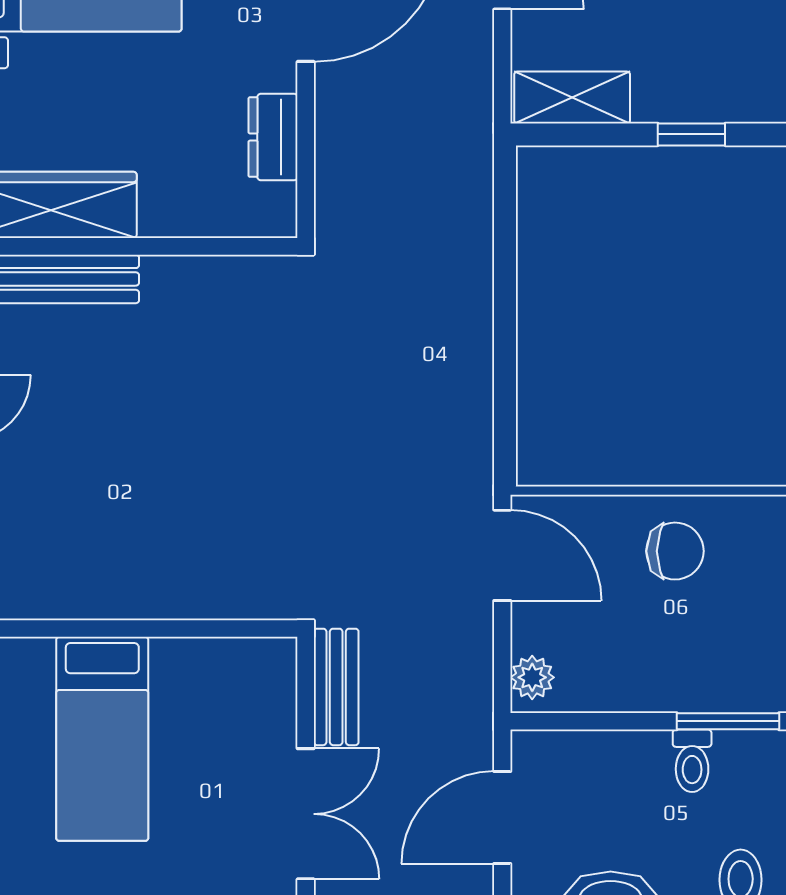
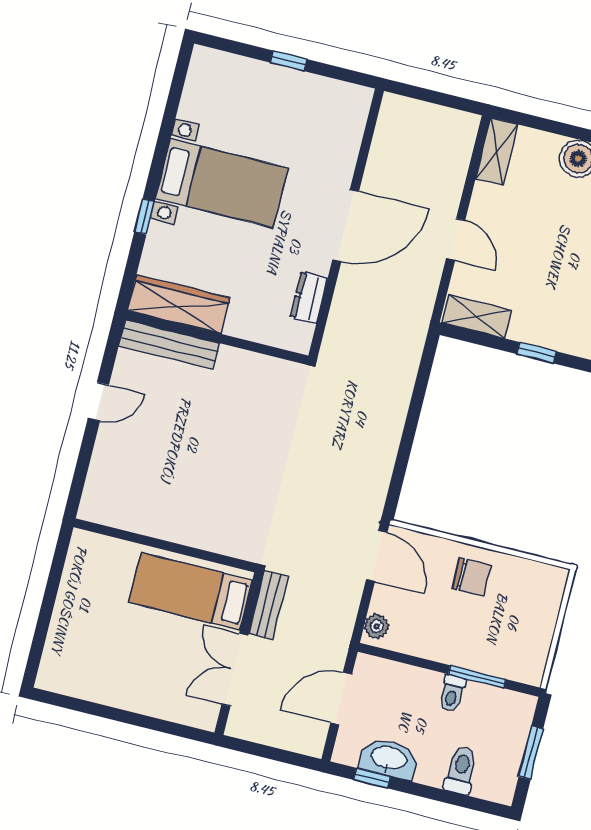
bed: (102, 739) -> (191, 591), moved, turned 90
double door: (306, 814) -> (235, 670), swing flipped

